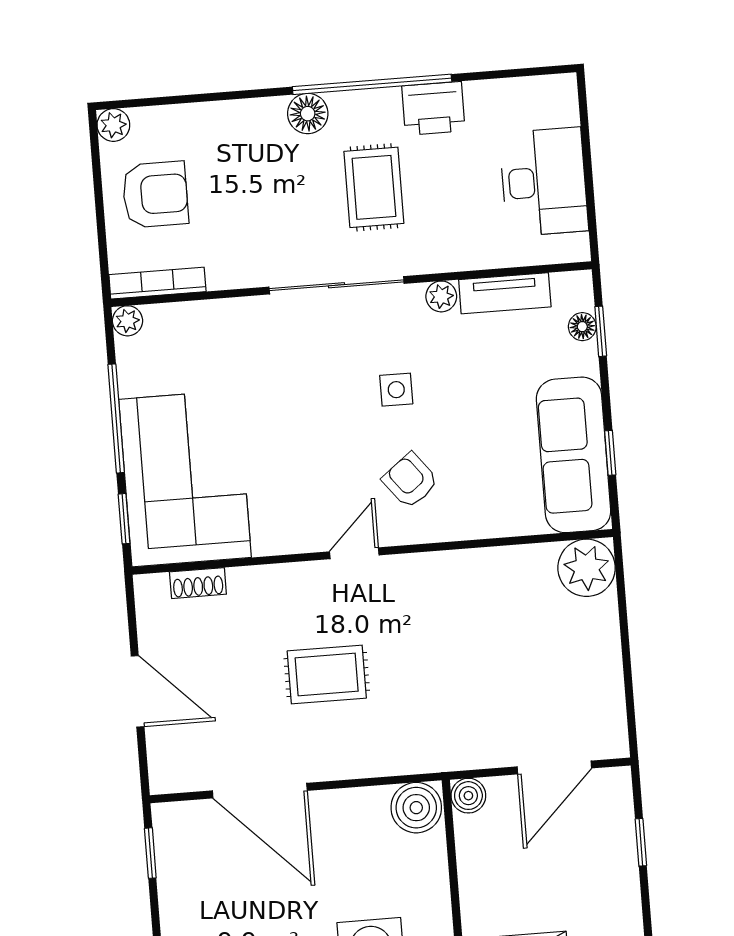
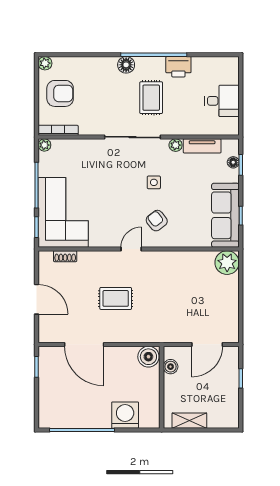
desk: (544, 182) -> (222, 101), width x0.73
boiler: (468, 796) -> (171, 367), moved

